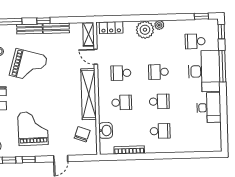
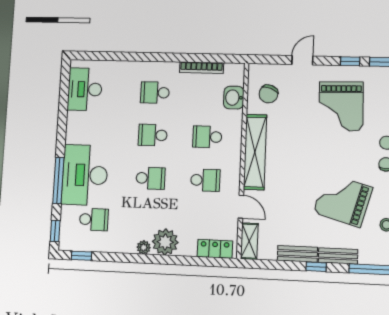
desk: (209, 108) -> (85, 89), moved

